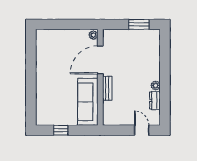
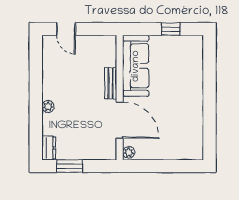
door: (100, 60) -> (120, 120), hinge flipped
plant: (156, 85) -> (48, 107), moved
dresser: (155, 100) -> (49, 148), moved

